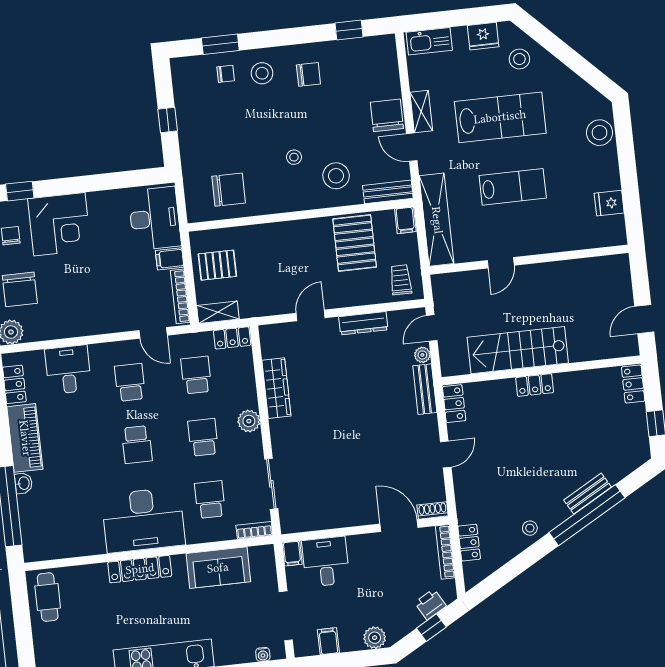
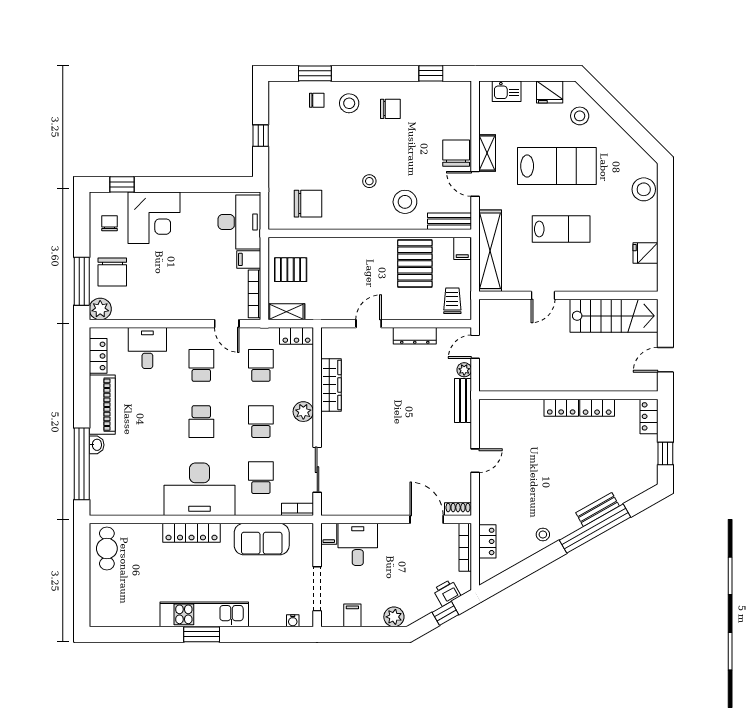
kitchen sink: (429, 41) -> (507, 91), width x0.73
stairs: (518, 350) -> (614, 316), moved, turned 180
locker: (454, 404) -> (597, 408), moved, turned 90

